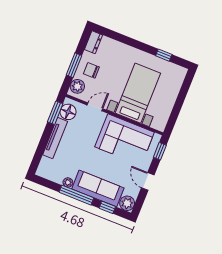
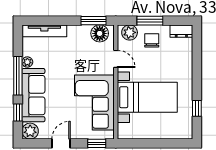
tv unit: (55, 138) -> (44, 31), moved

